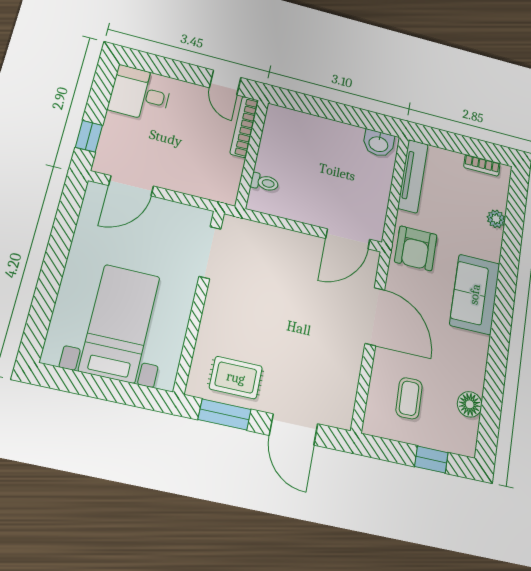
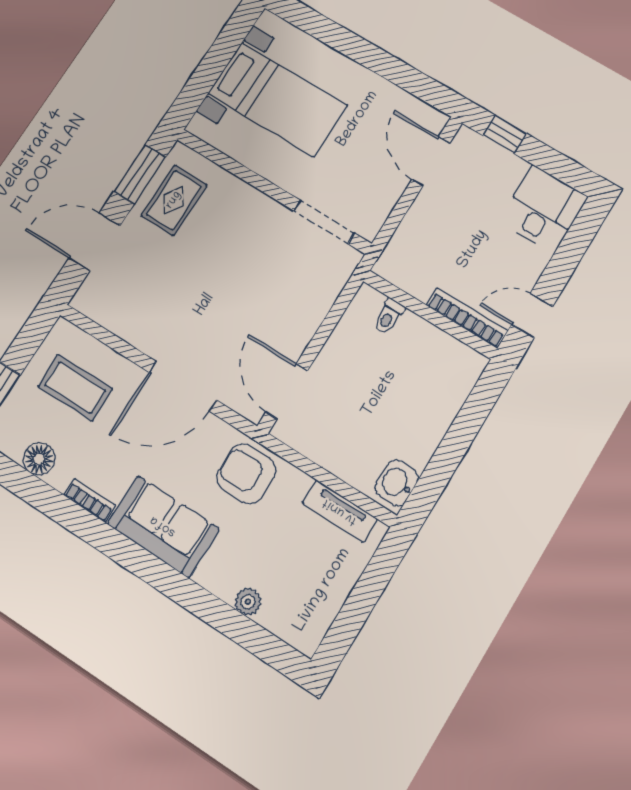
bookcase: (482, 165) -> (90, 500), moved, turned 90
tv unit: (413, 176) -> (340, 511), width x0.71
coffee table: (409, 398) -> (75, 388), width x1.36, depth x1.30

